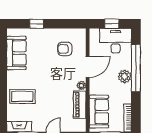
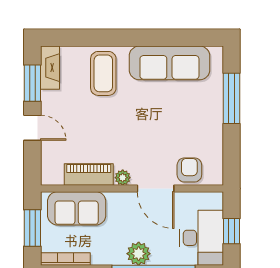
window: (37, 24) -> (232, 98), width x2.17
armchair: (65, 49) -> (189, 170), moved
sofa: (16, 53) -> (169, 63), width x1.36

